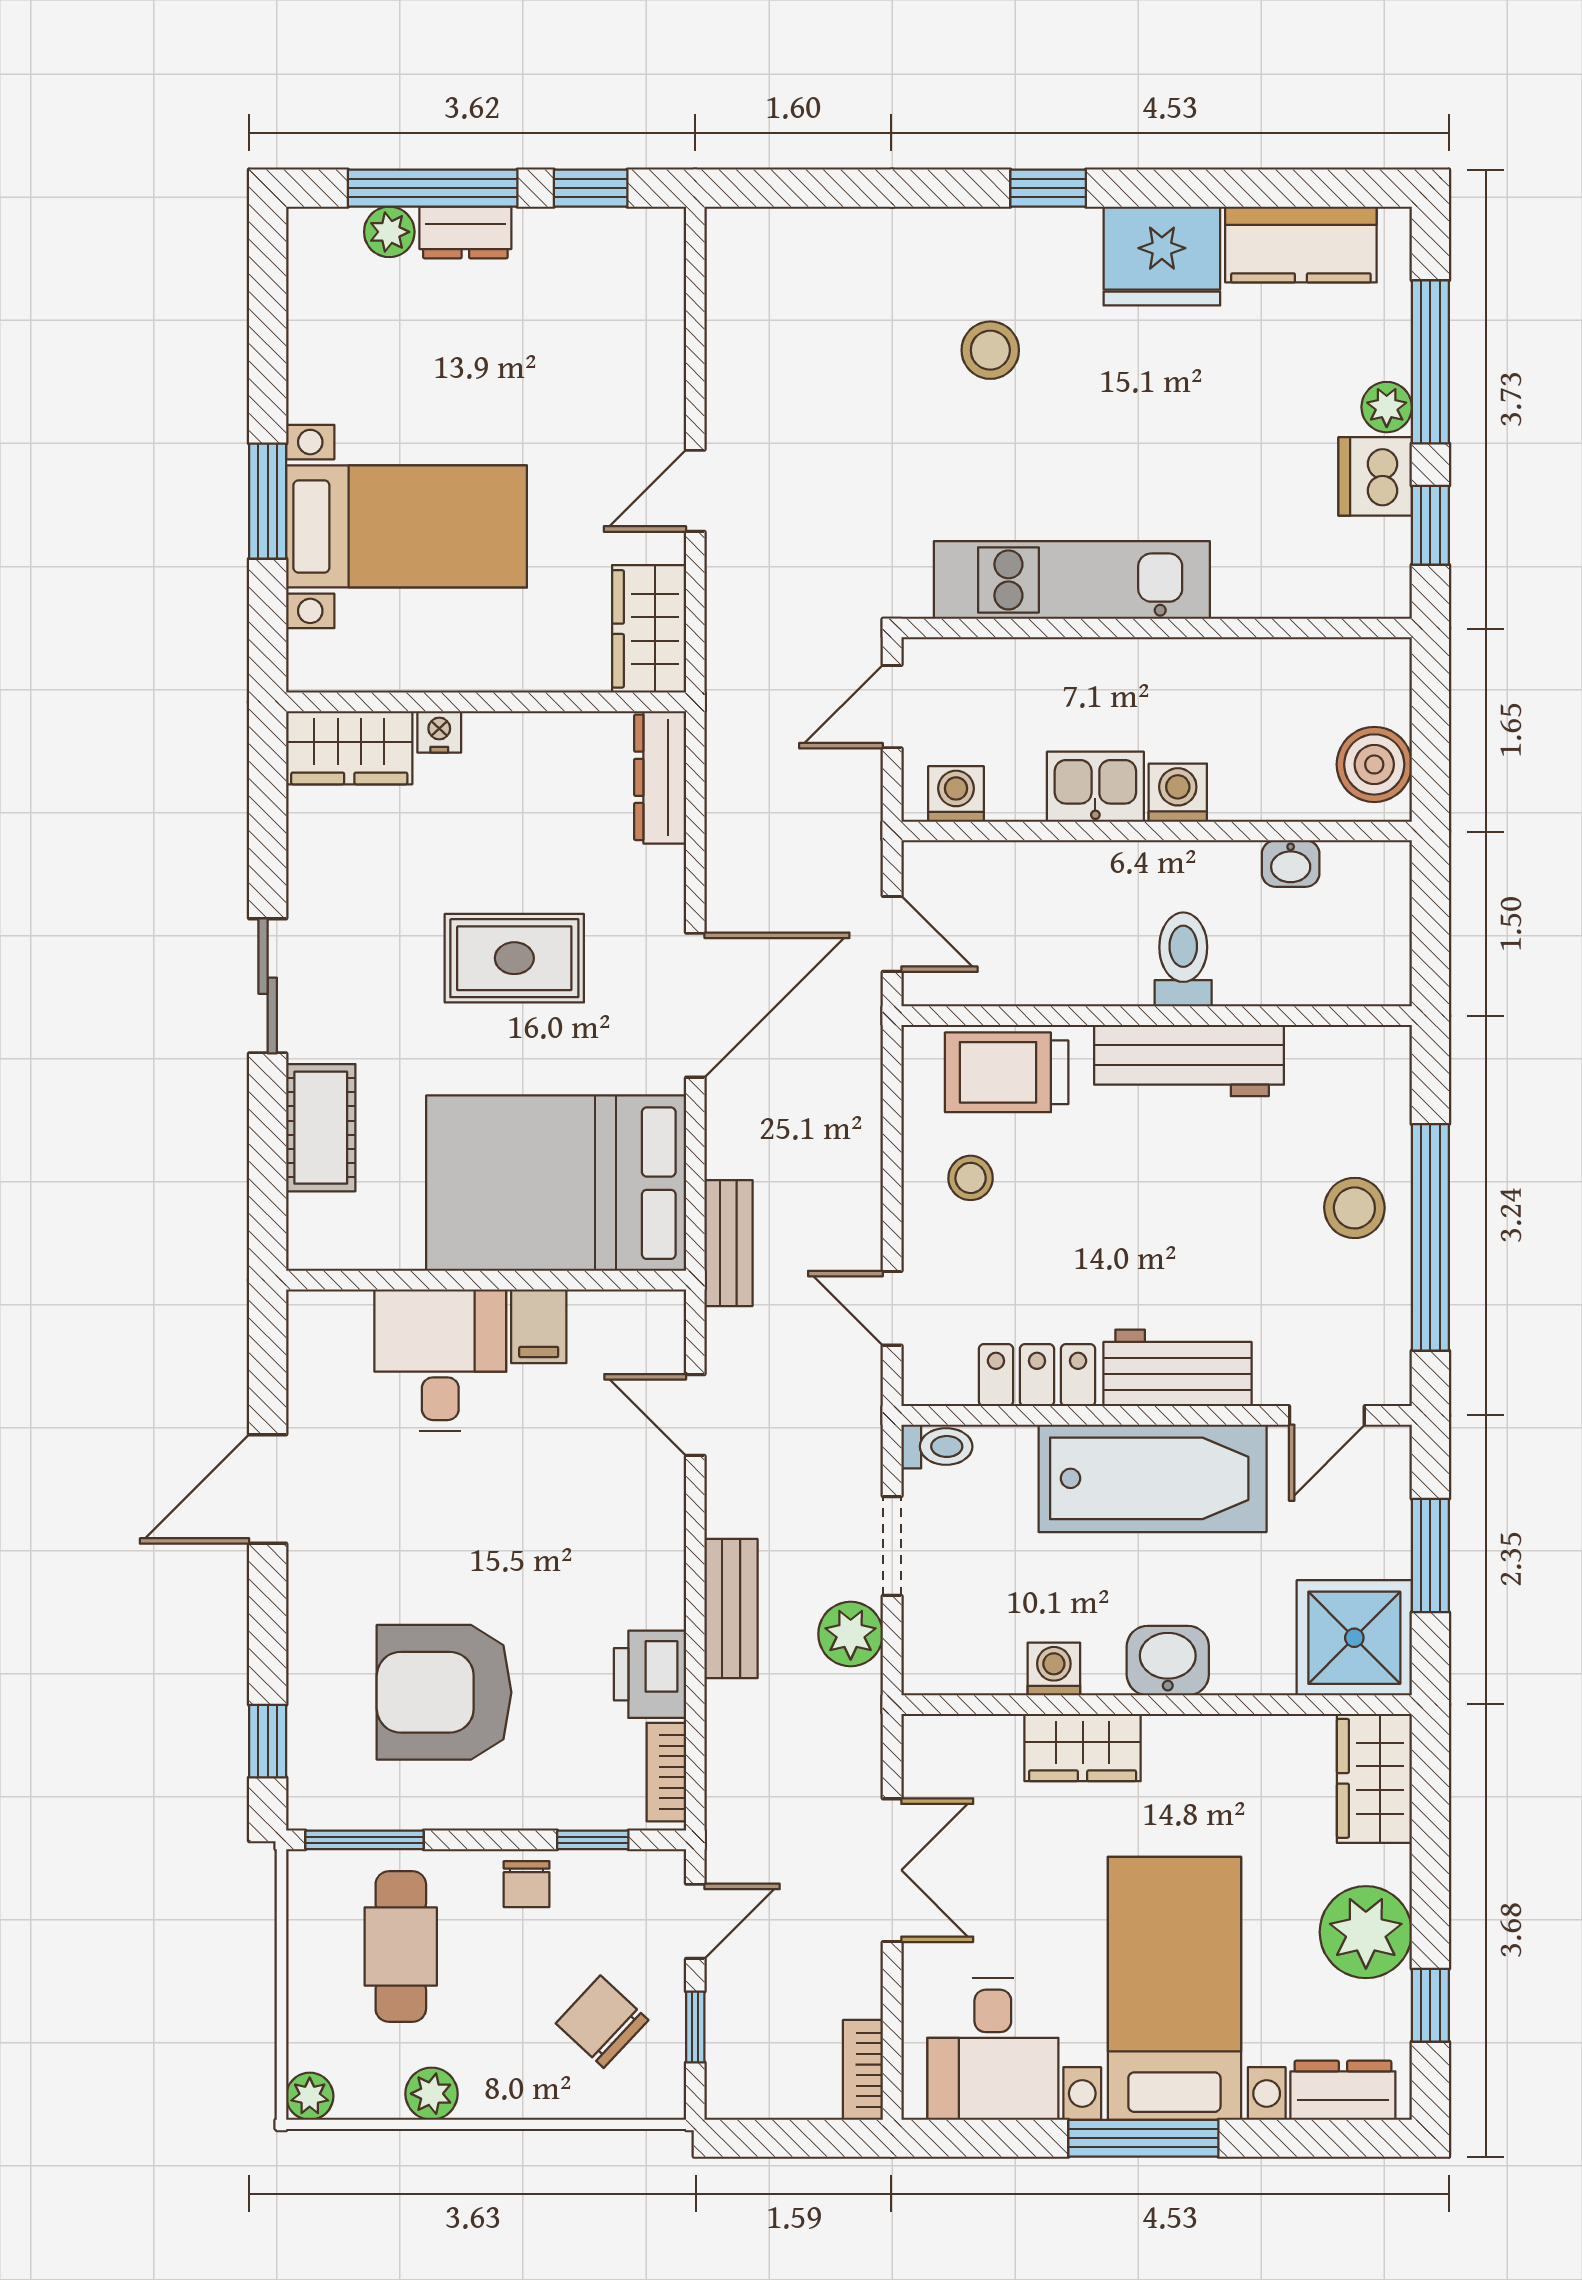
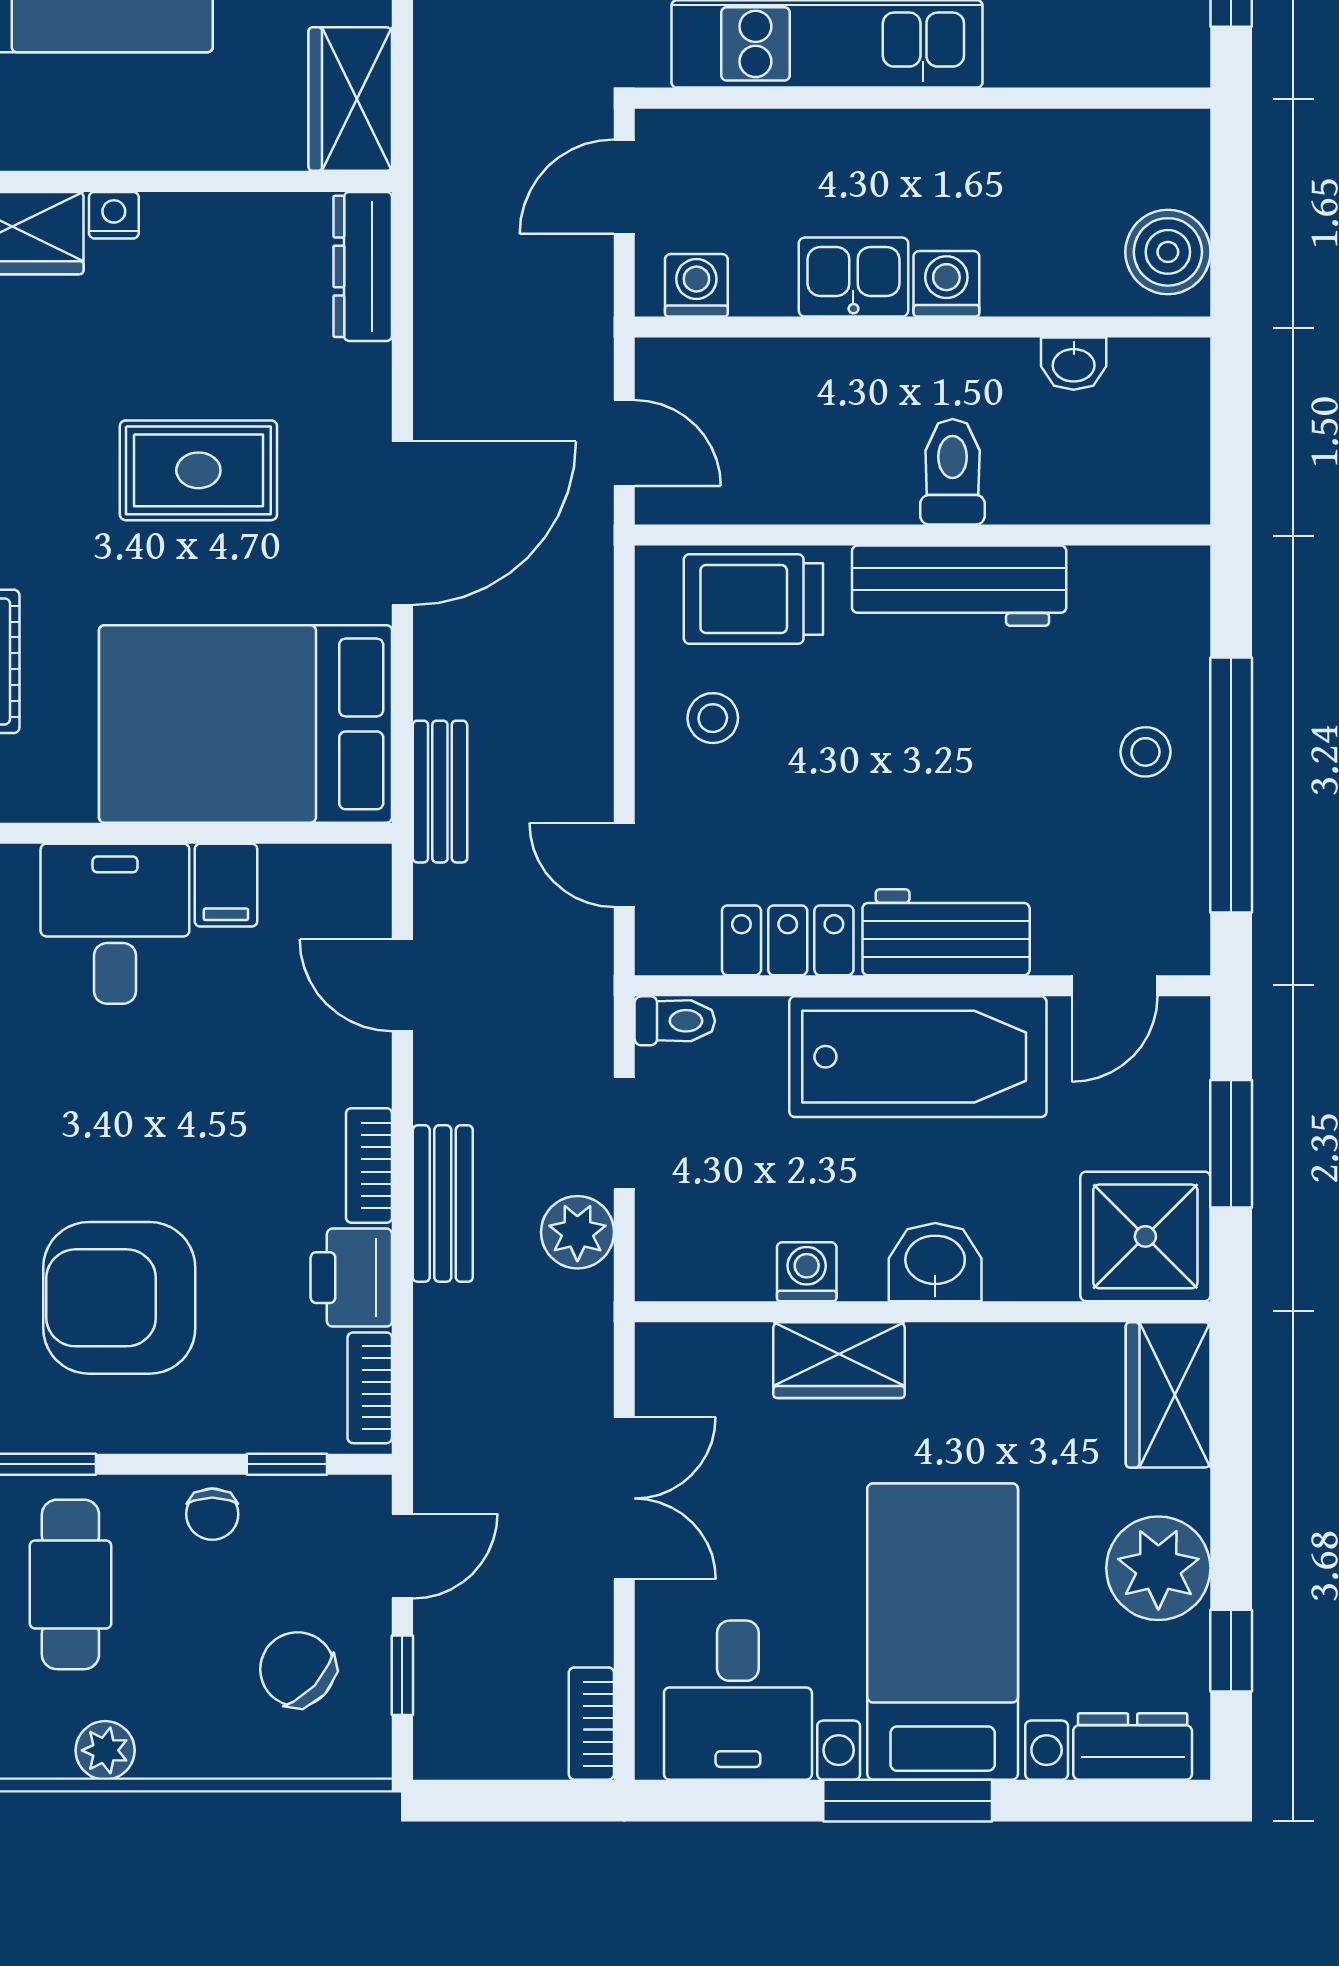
stool: (1354, 1208) -> (1145, 752), width x0.73, depth x0.73
bookcase: (666, 1575) -> (369, 1165), added

